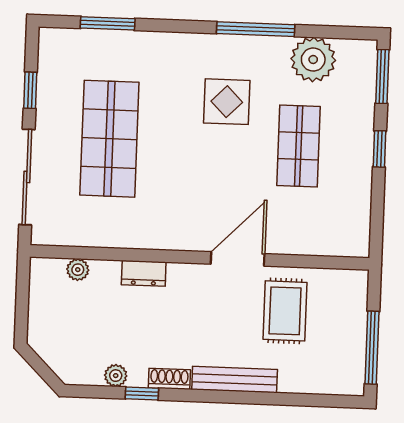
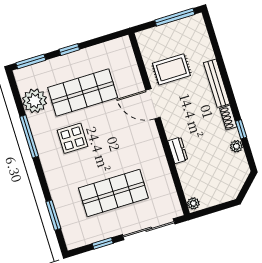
shop shelf: (299, 146) -> (83, 93), width x1.43, depth x1.36
plant: (78, 270) -> (193, 203), moved

